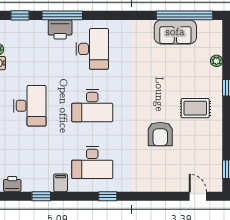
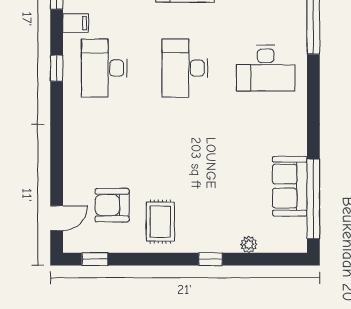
printer: (60, 29) -> (293, 22), removed
rug: (195, 108) -> (160, 222), moved
armchair: (160, 134) -> (112, 205), moved
window: (108, 196) -> (57, 68), moved

